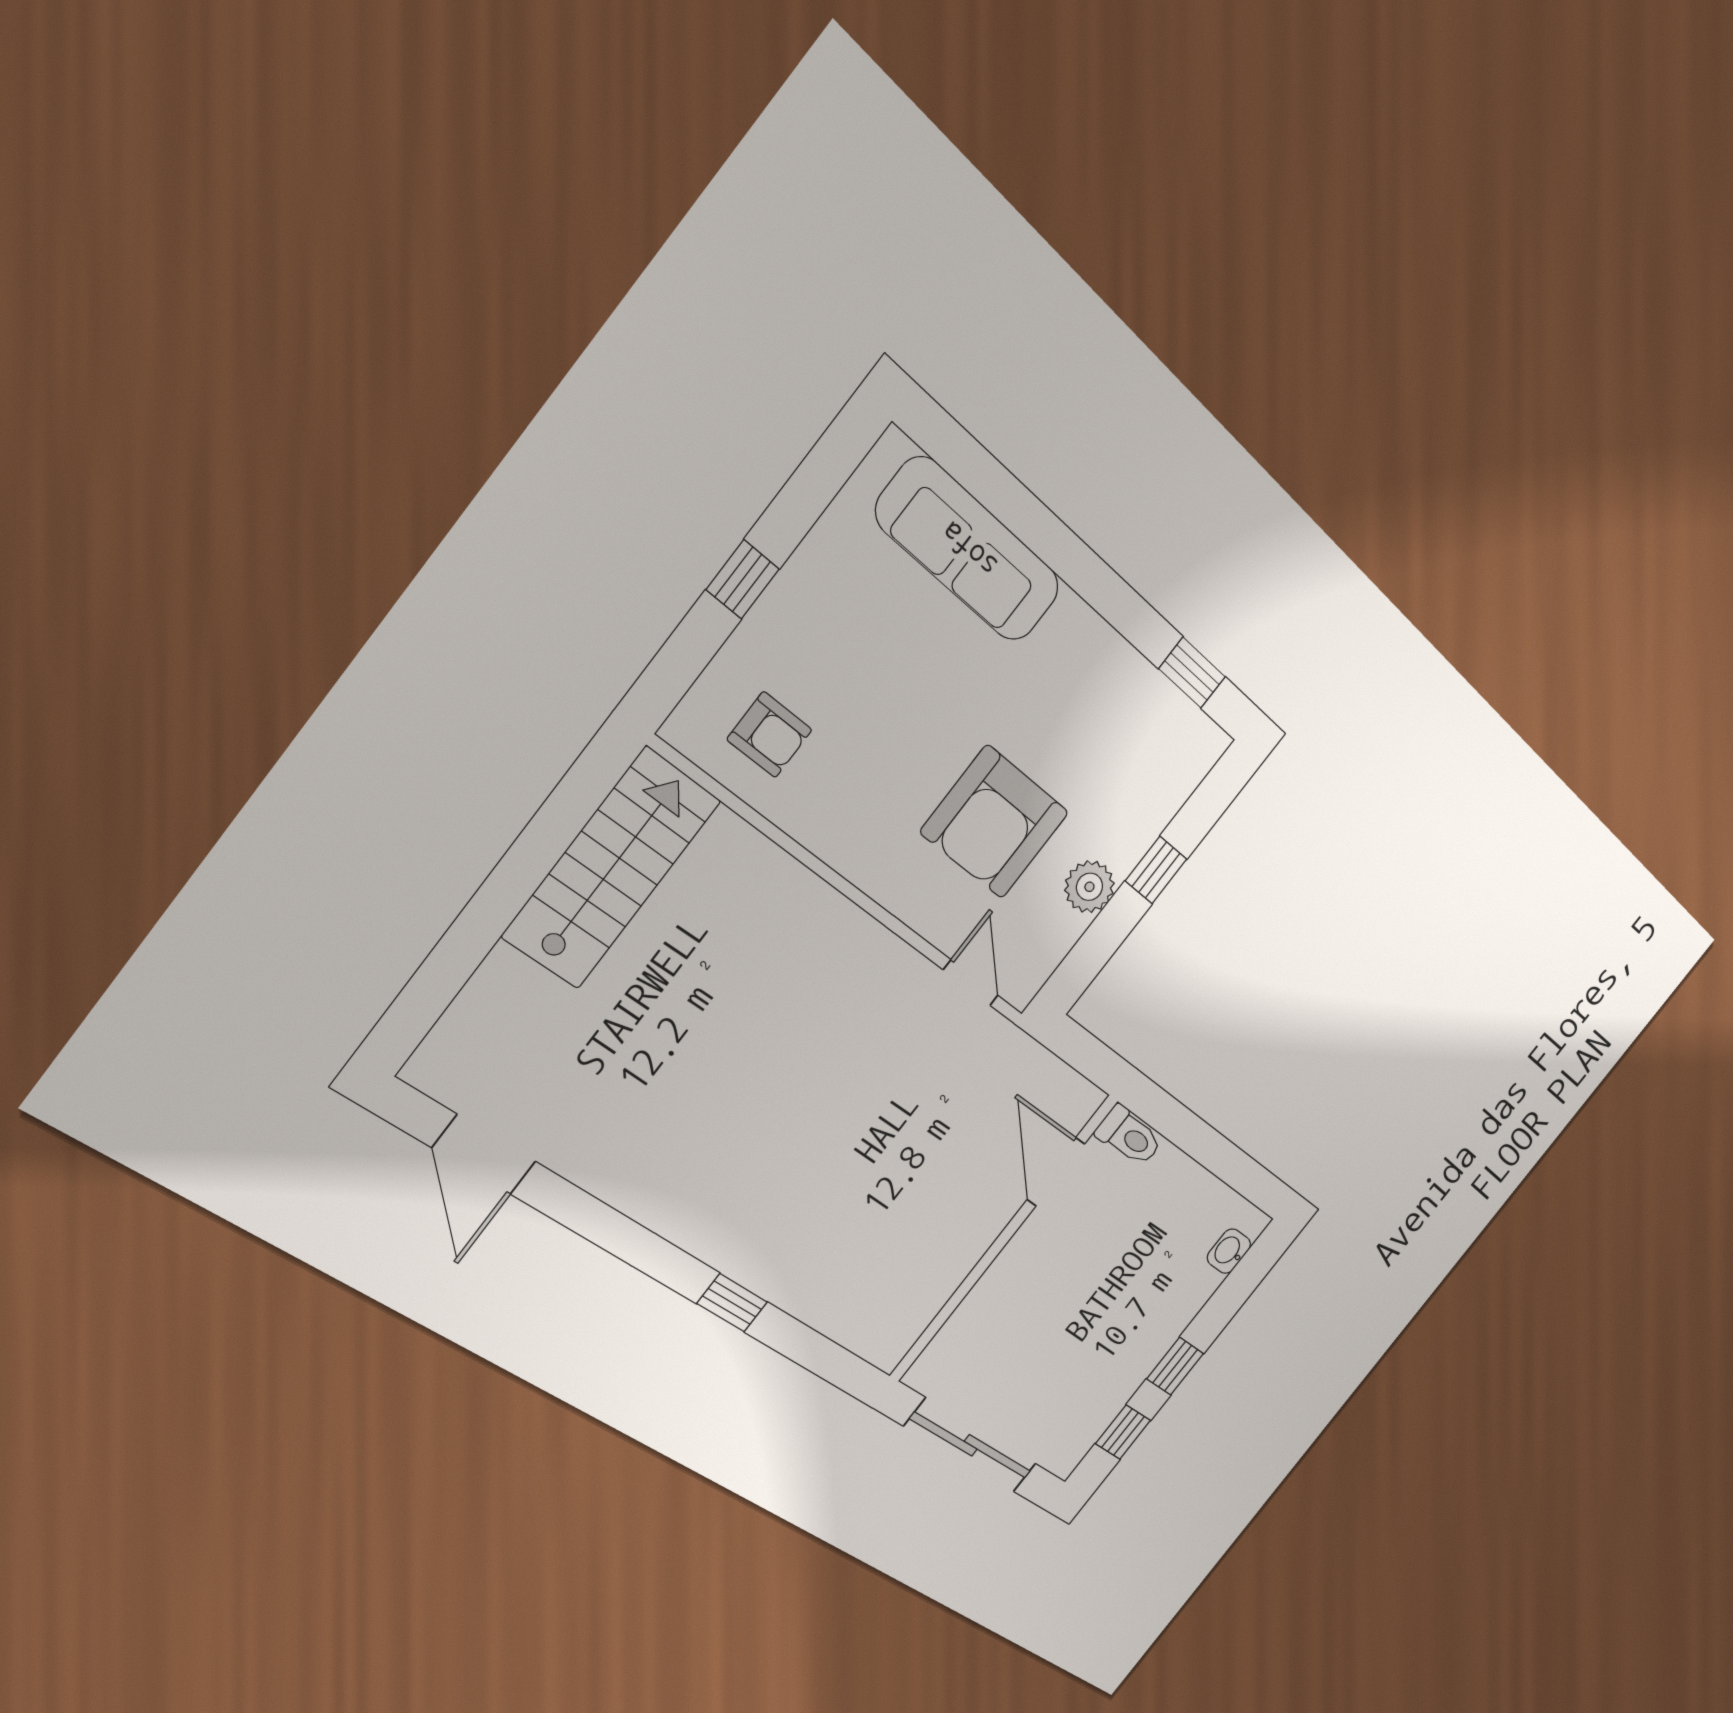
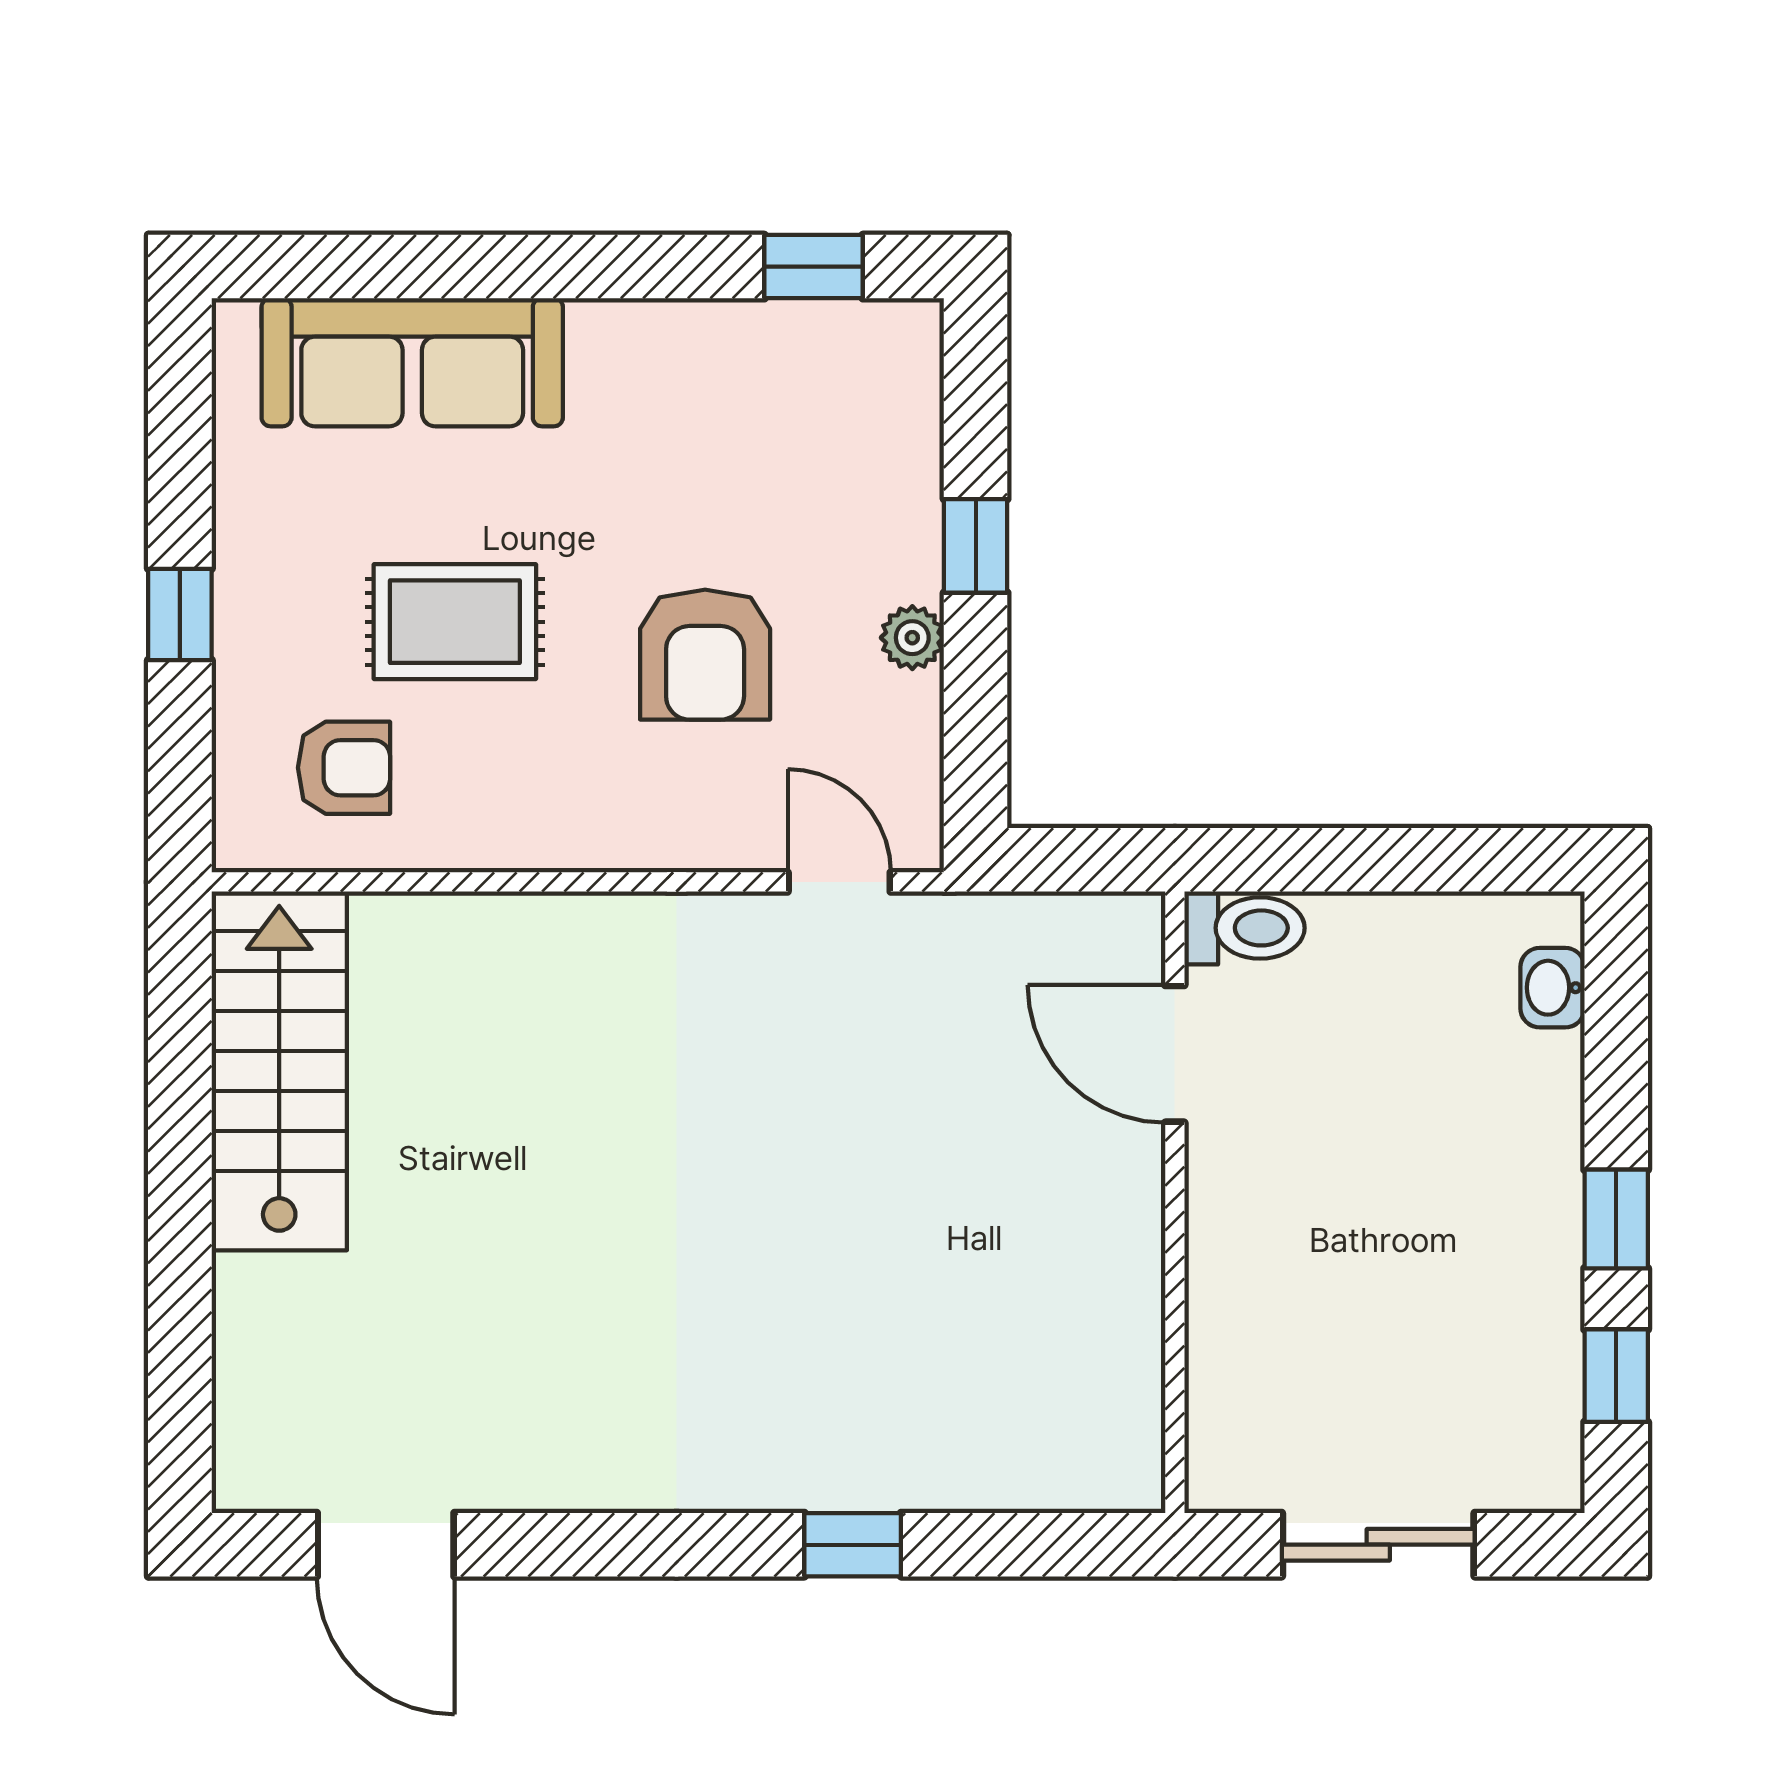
rug: (886, 705) -> (455, 622), added
armchair: (995, 822) -> (705, 655), width x0.73, depth x0.73
plant: (1089, 887) -> (912, 638), width x0.73, depth x0.73
sliding door: (971, 1445) -> (1378, 1545), width x0.73

